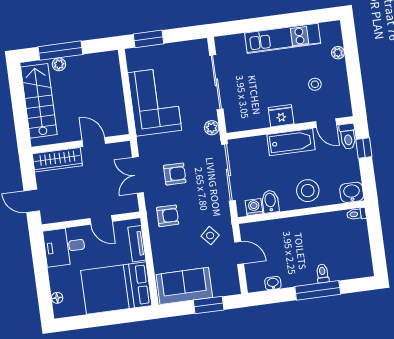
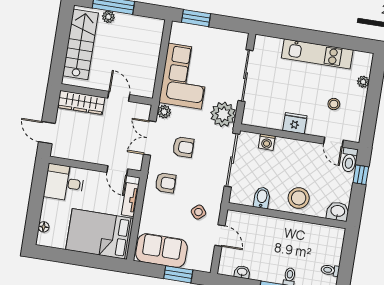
plant: (212, 128) -> (223, 114), width x1.88, depth x1.88
bathtub: (291, 142) -> (297, 150), removed
plant: (145, 144) -> (164, 112), added
washing machine: (254, 207) -> (267, 142), moved, turned 180
toilet: (356, 214) -> (330, 270), moved
door: (101, 220) -> (117, 171), moved

